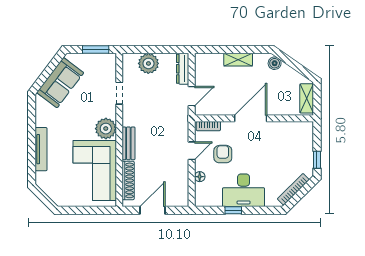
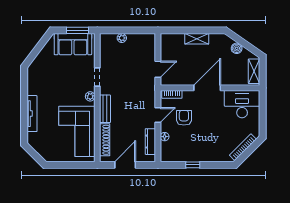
plant: (148, 63) -> (122, 38), width x0.53, depth x0.53
boiler: (275, 63) -> (237, 48), moved
dresser: (183, 69) -> (150, 142), moved
sofa: (60, 83) -> (73, 44), moved, turned 53
doorway: (119, 93) -> (97, 77), moved
plant: (106, 129) -> (90, 96), width x0.53, depth x0.53
window: (317, 160) -> (263, 123), removed
desk: (244, 190) -> (242, 104), moved, turned 180

